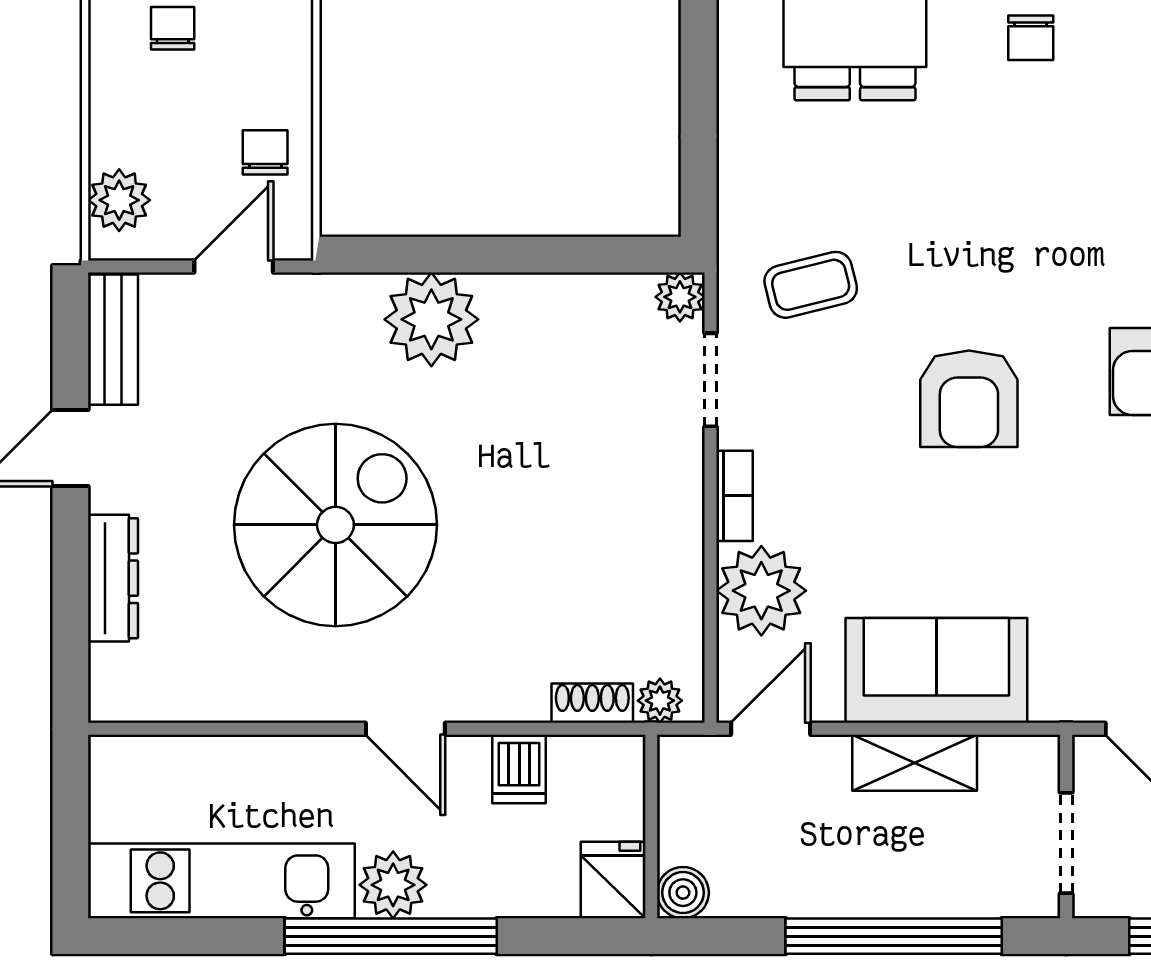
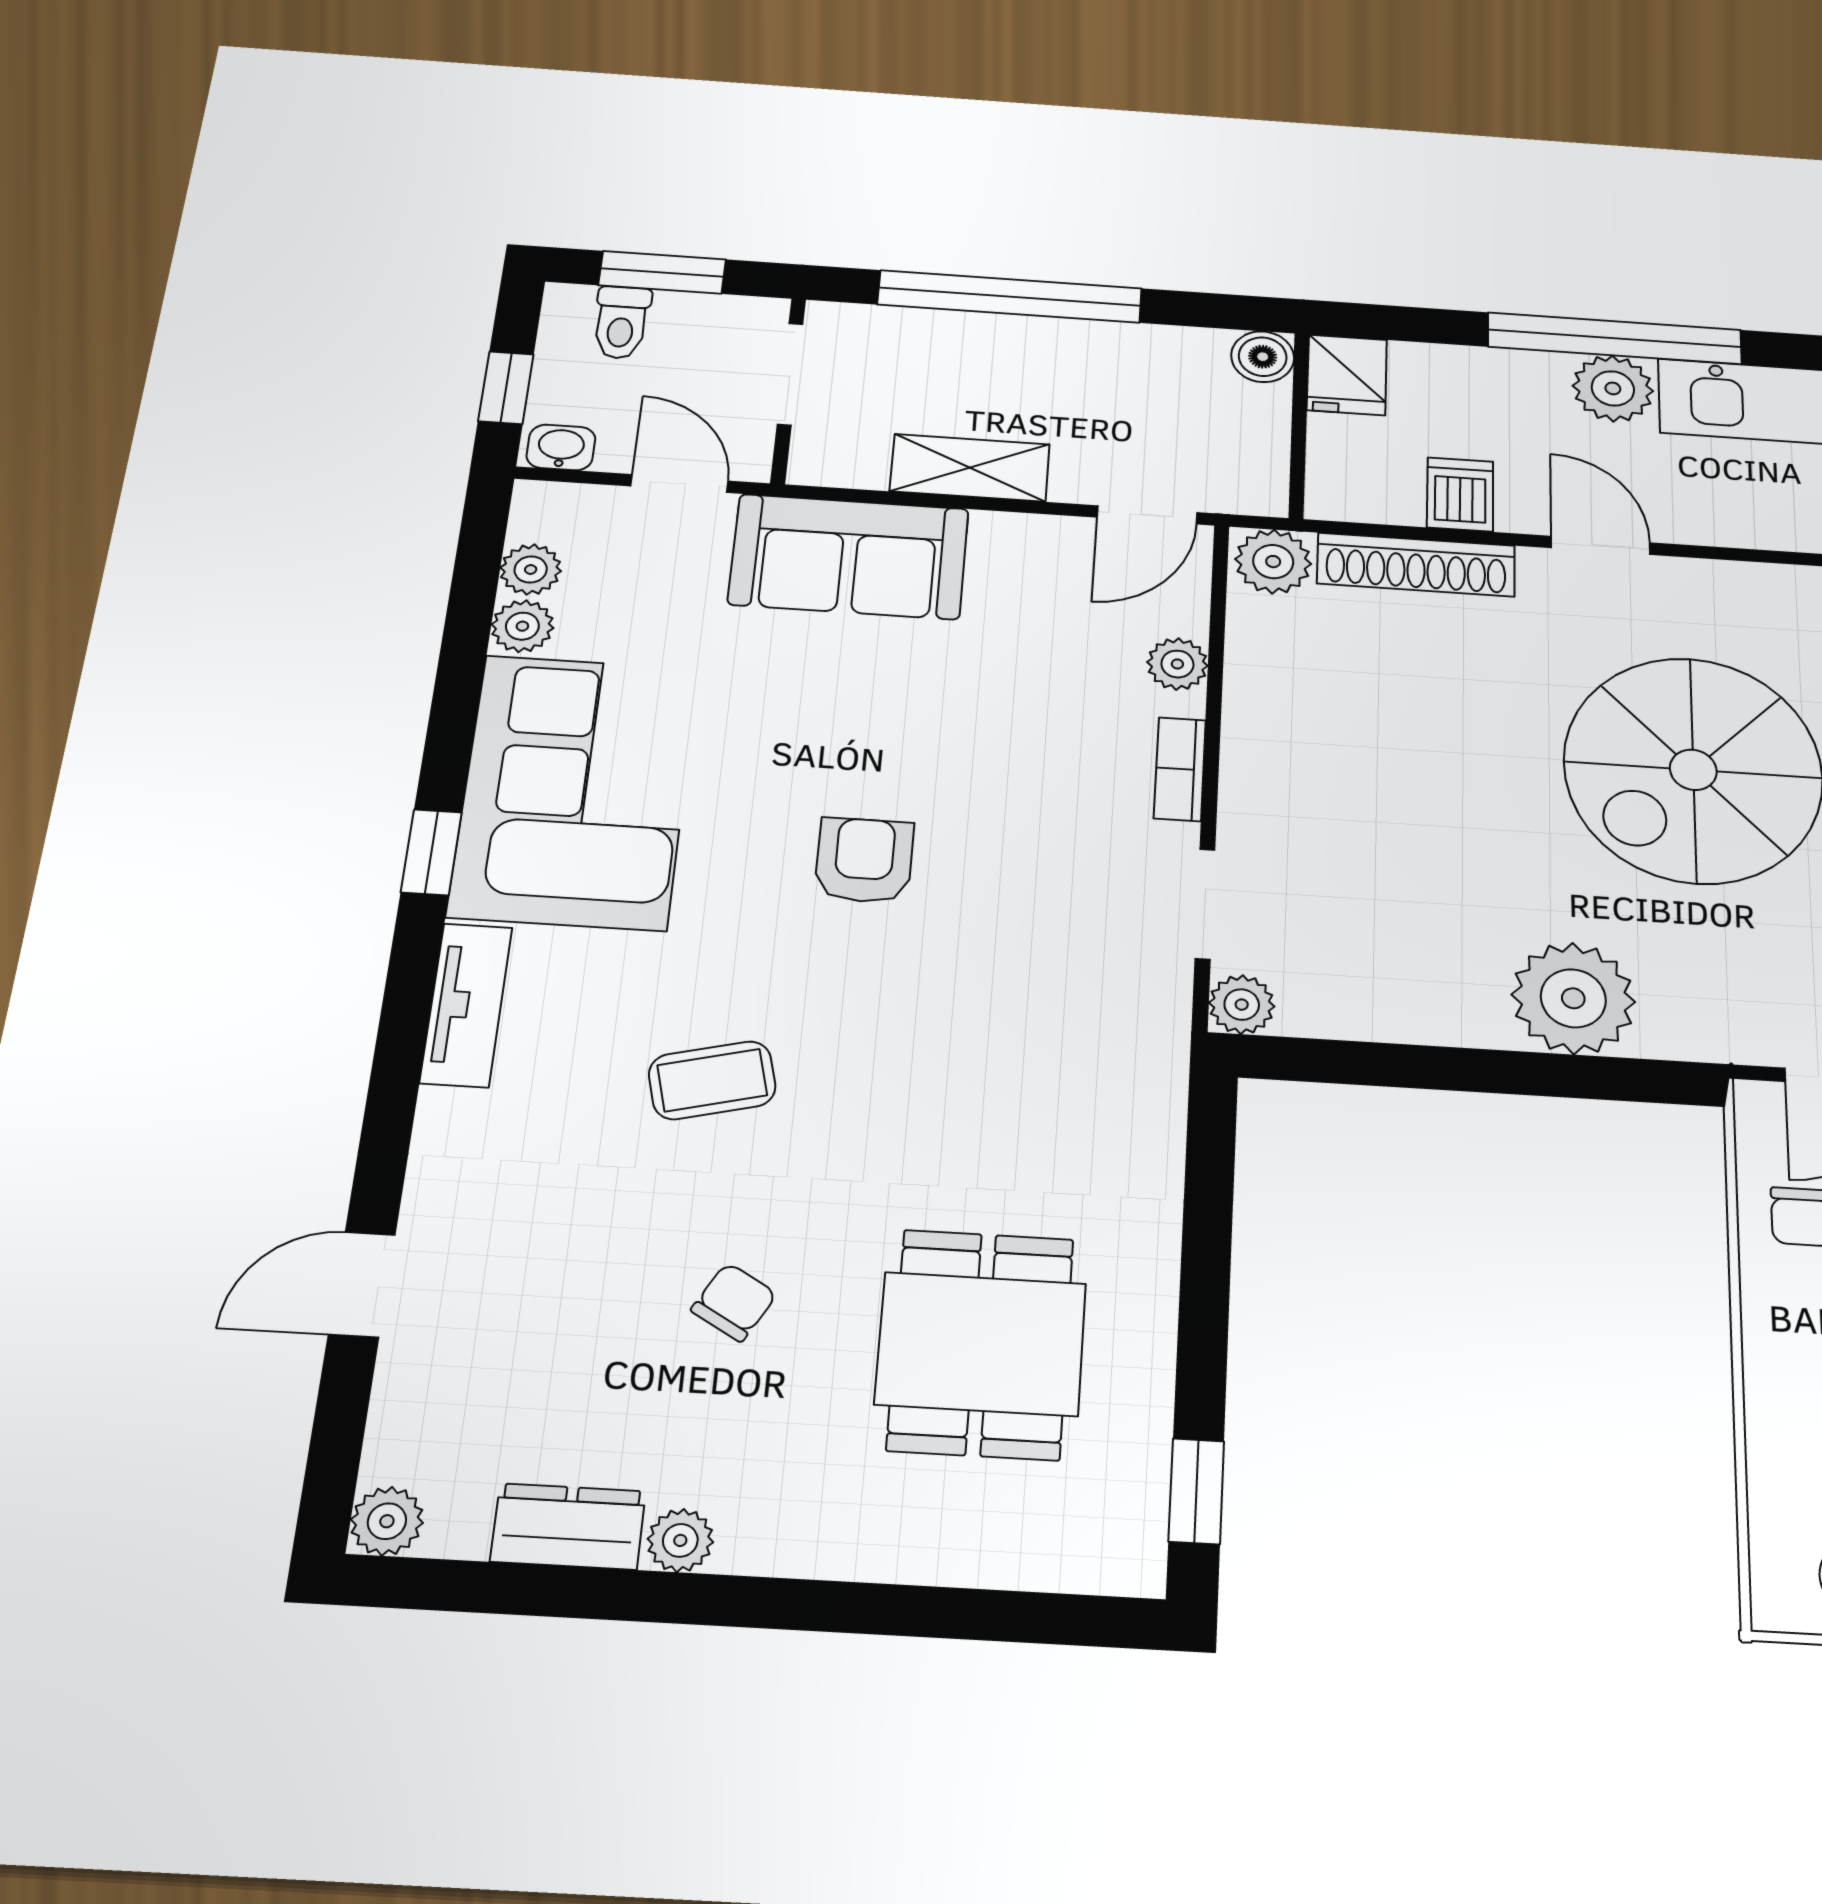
chair: (1031, 38) -> (734, 1302), turned 30
coffee table: (811, 285) -> (712, 1080), moved
armchair: (969, 399) -> (864, 860), width x0.72, depth x0.72
plant: (761, 591) -> (1177, 664), width x0.53, depth x0.53
sofa: (936, 670) -> (849, 556), moved
plant: (660, 701) -> (1273, 562), width x1.38, depth x1.38
shoe rack: (592, 703) -> (1416, 565), width x1.94, depth x1.24

